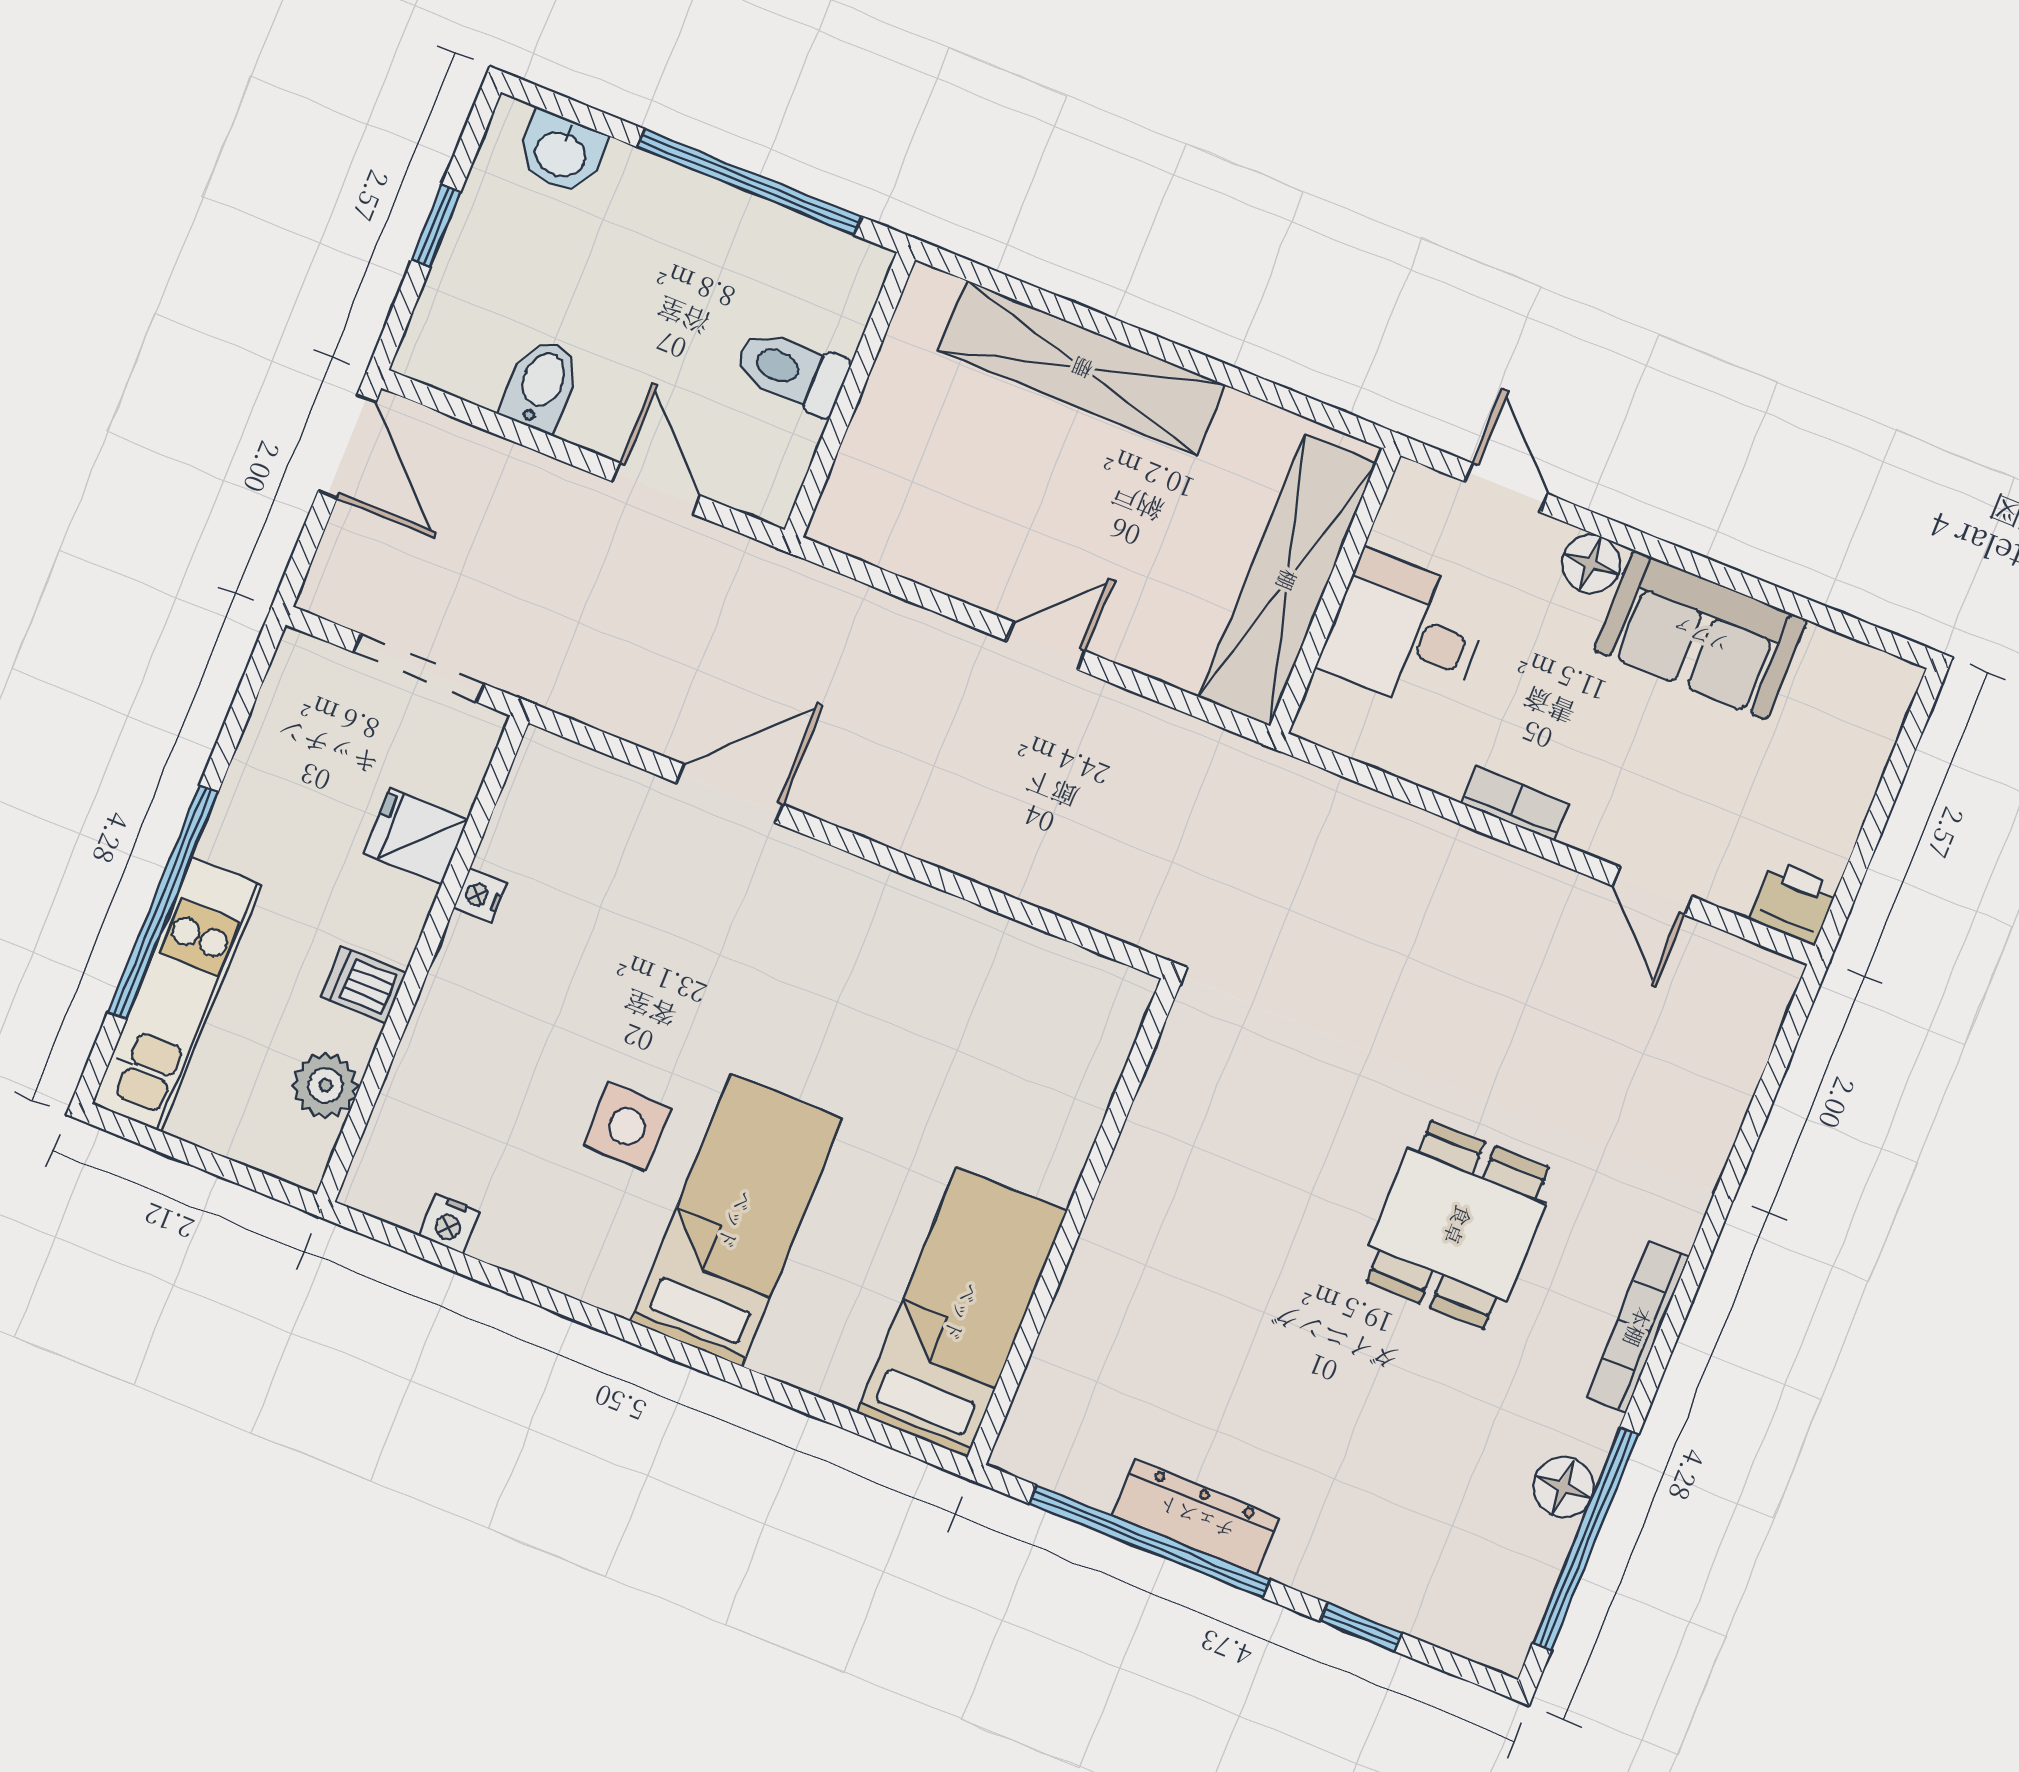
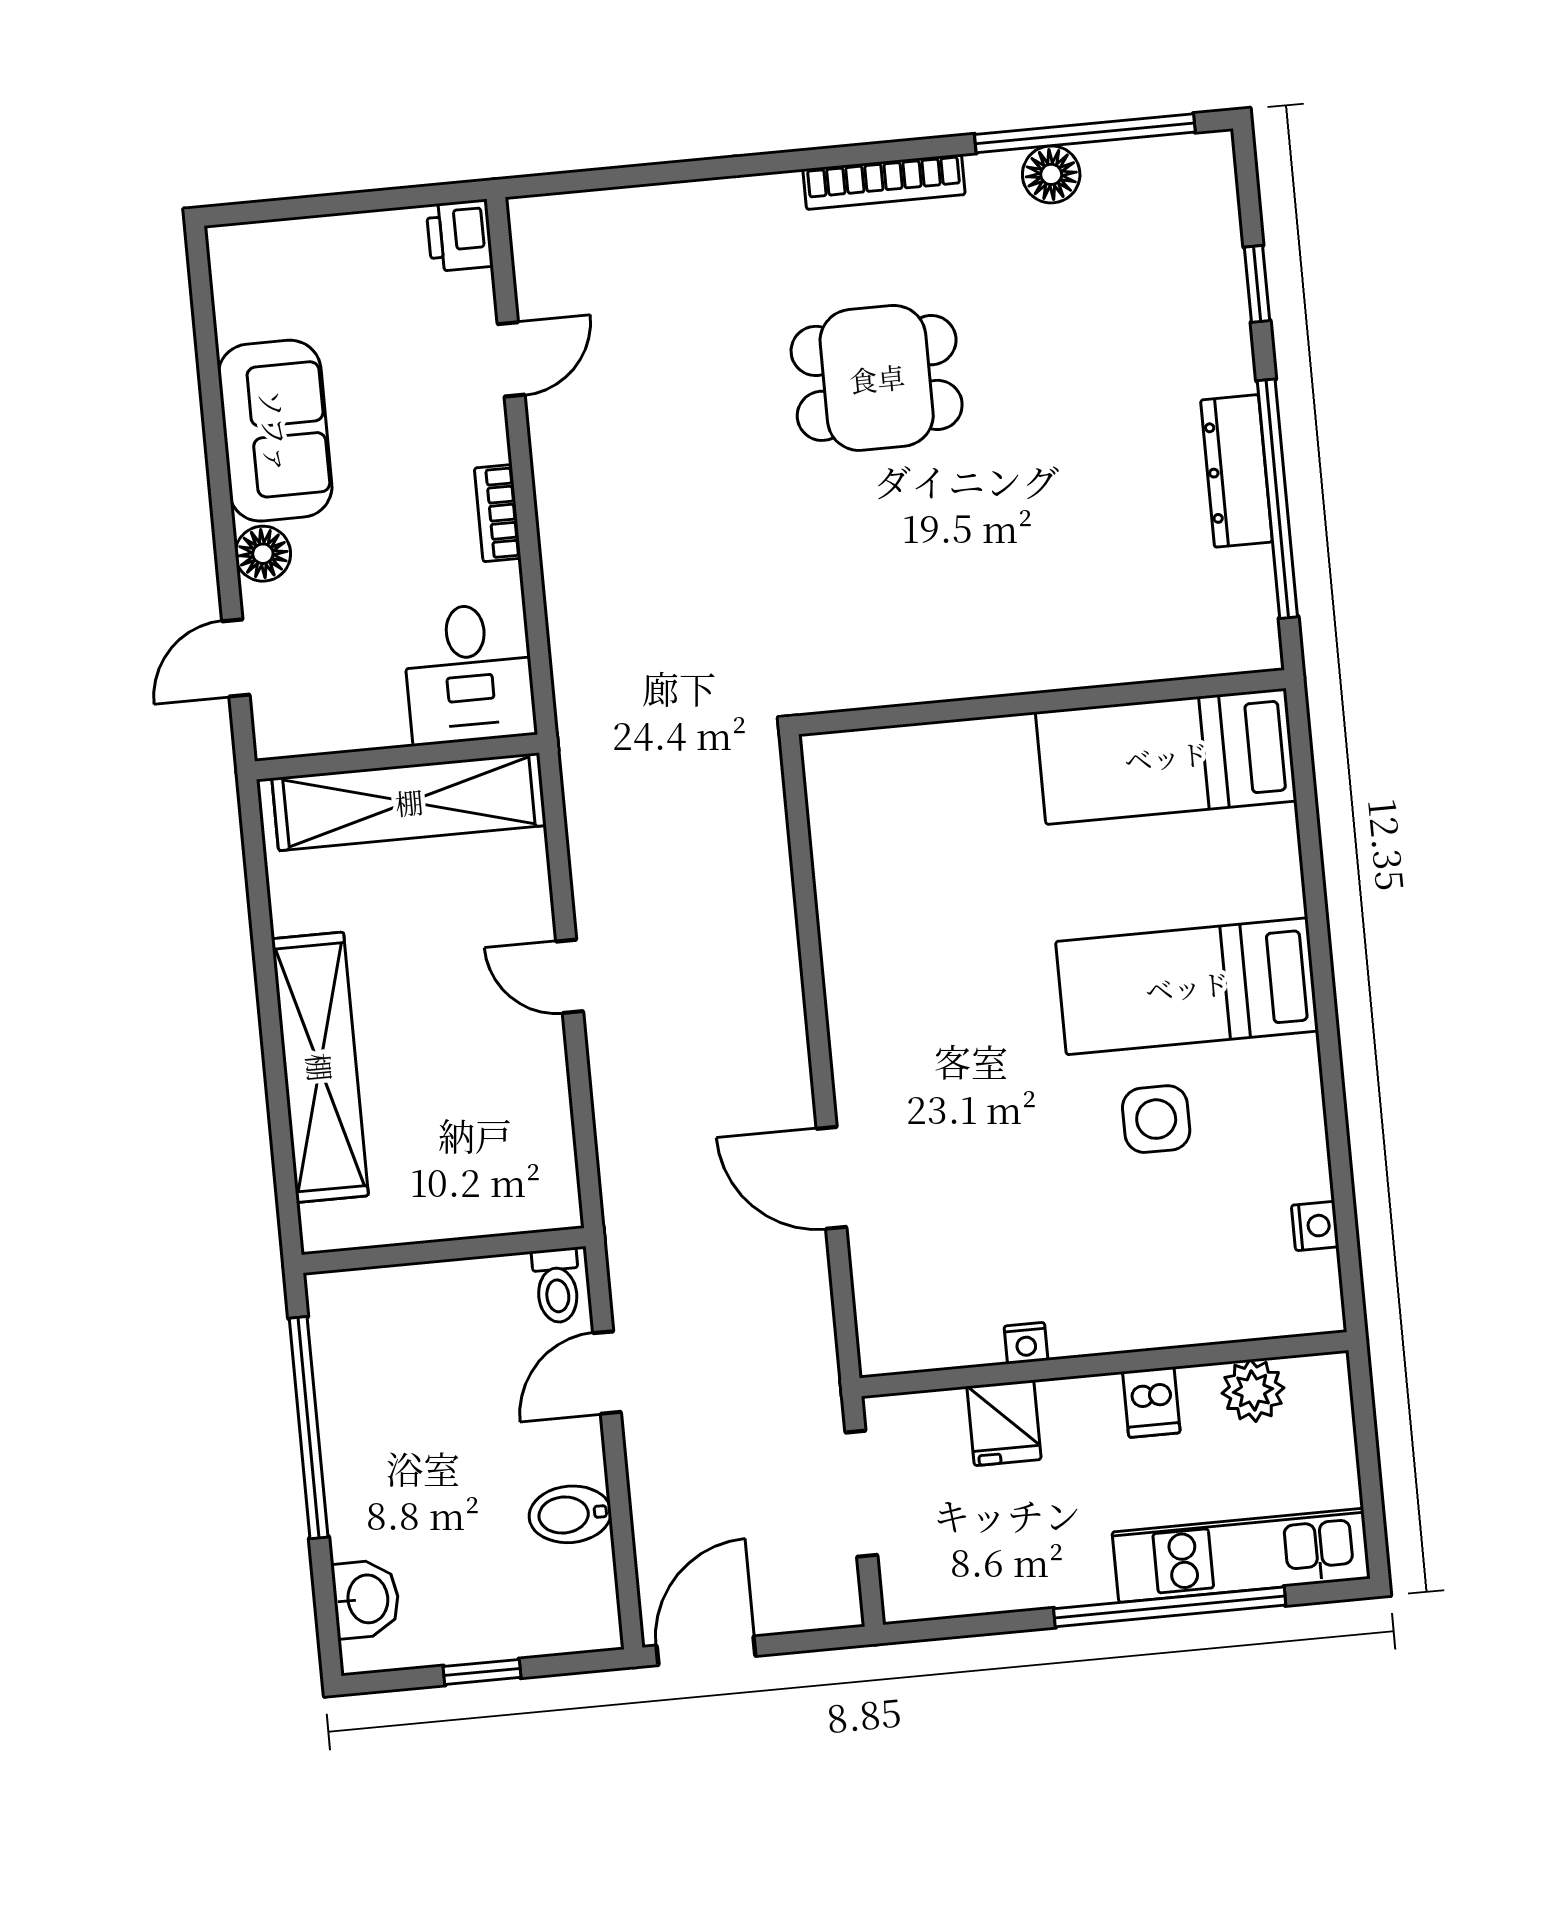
toilet: (791, 371) -> (557, 1286), moved, width x0.73, depth x0.72
desk: (1405, 633) -> (469, 673), moved

